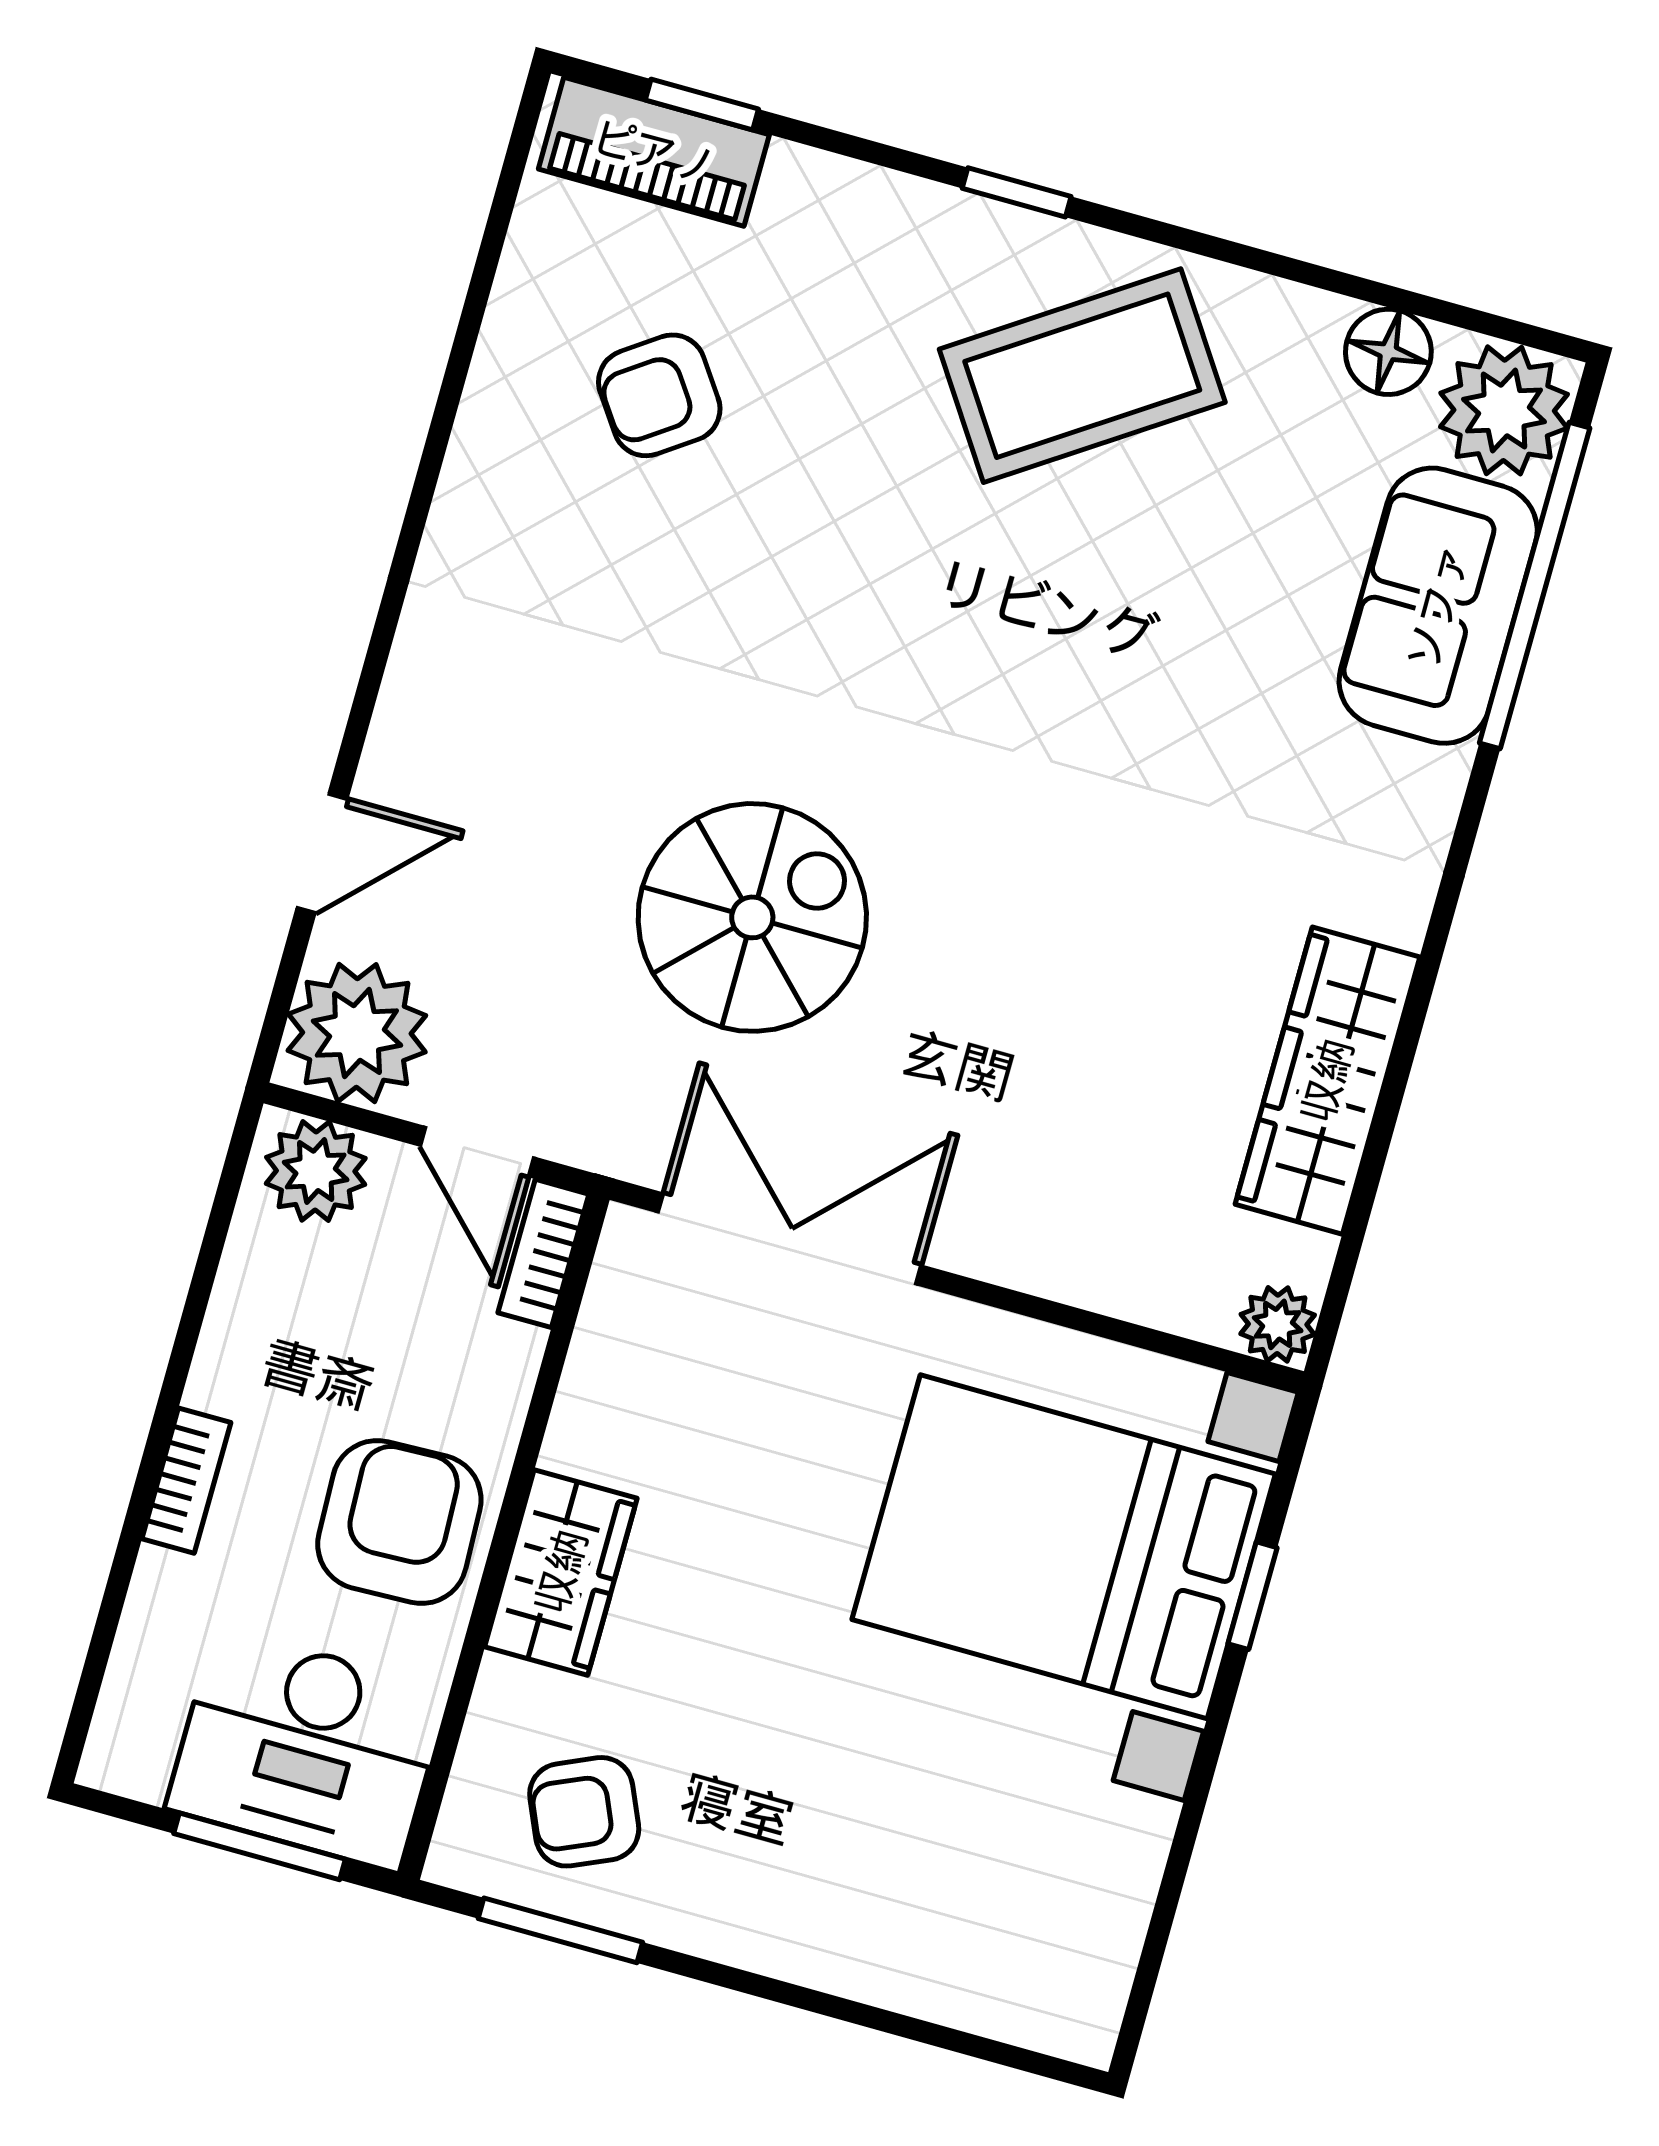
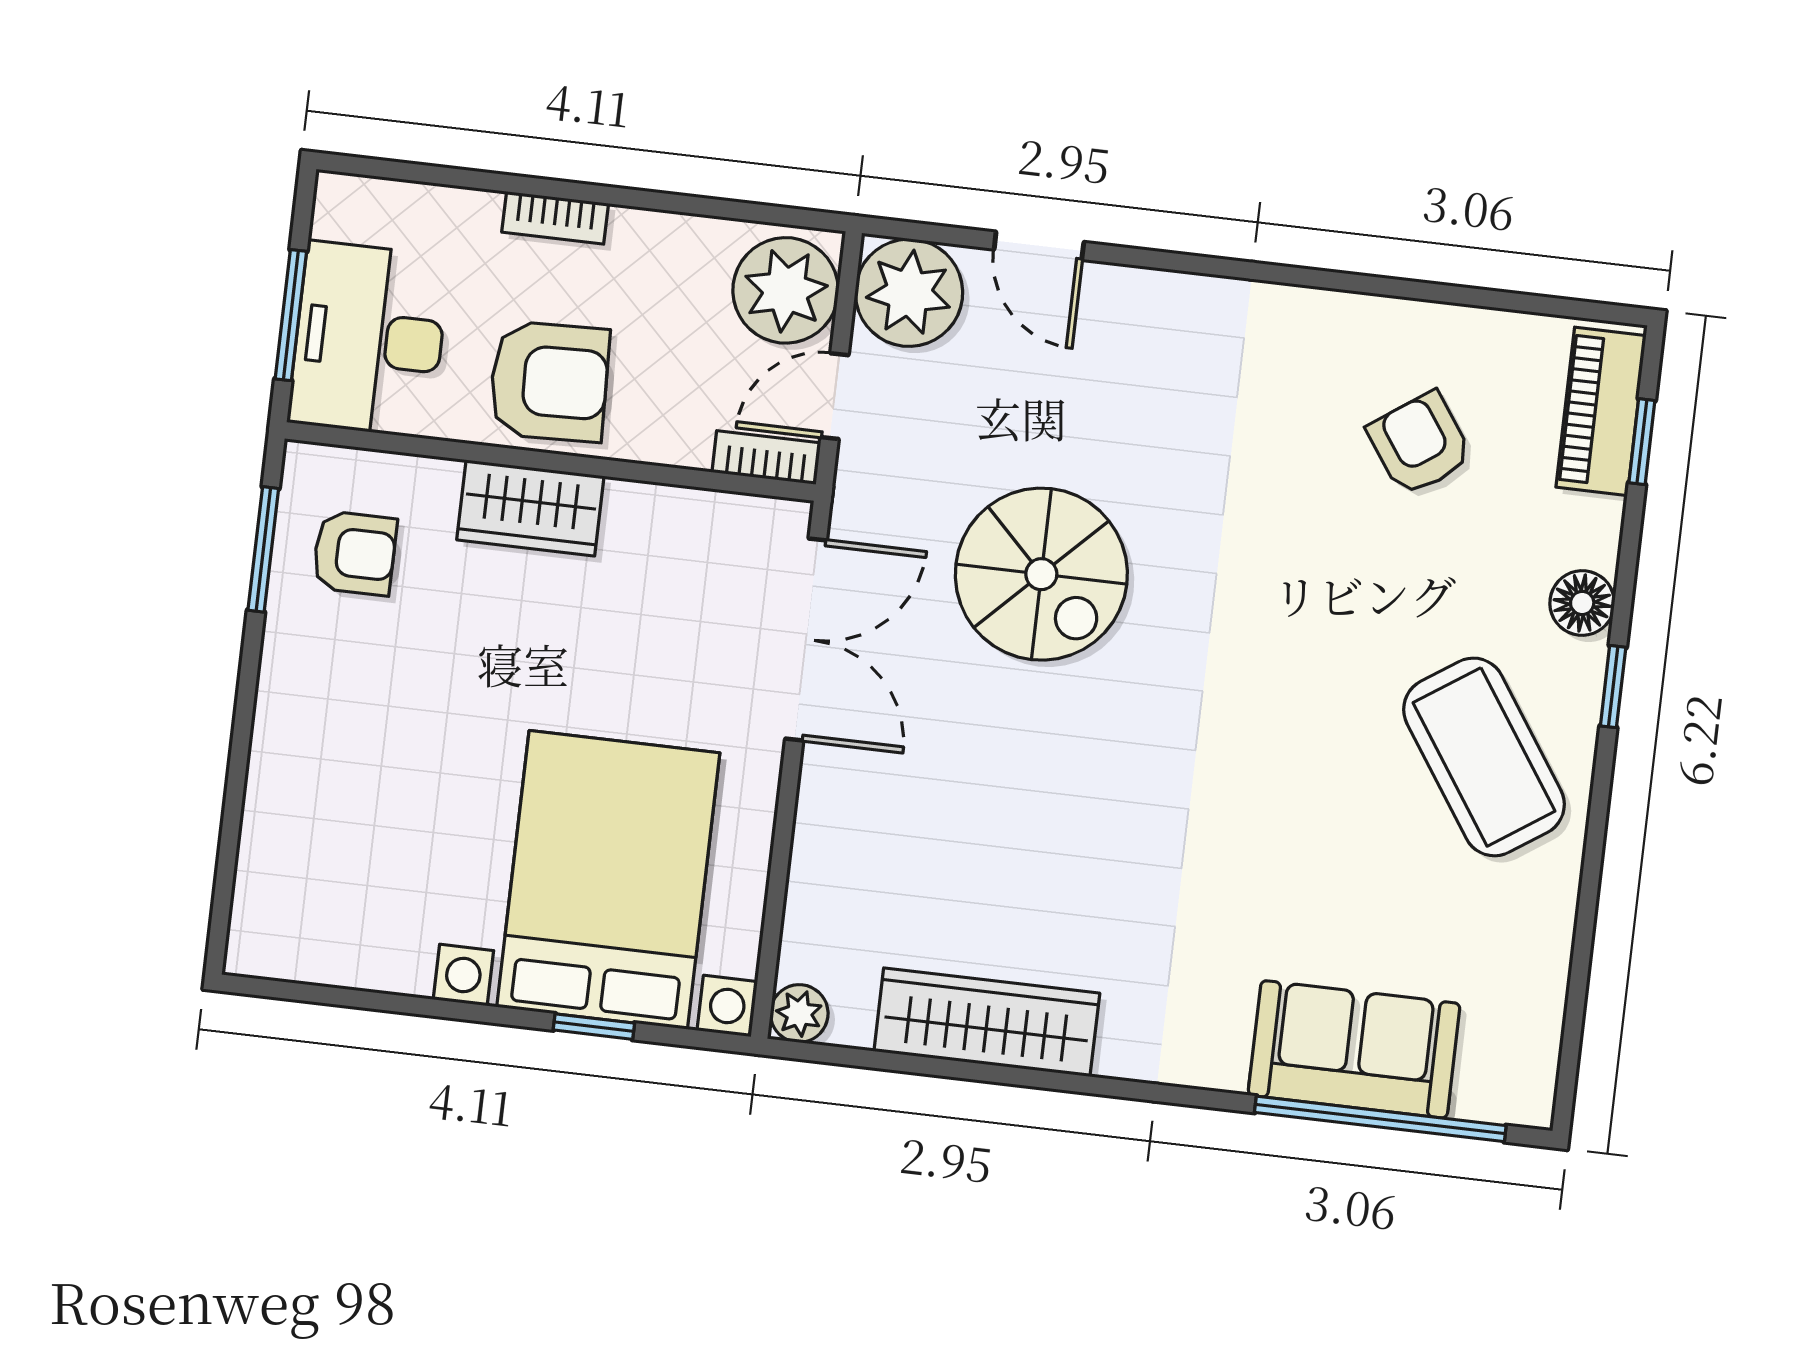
floor lamp: (1388, 352) -> (1582, 603), moved
plant: (1504, 410) -> (1507, 1076), removed
plant: (316, 1171) -> (786, 290), width x1.36, depth x1.36
armchair: (584, 1812) -> (355, 553), turned 114

